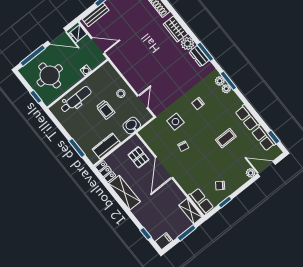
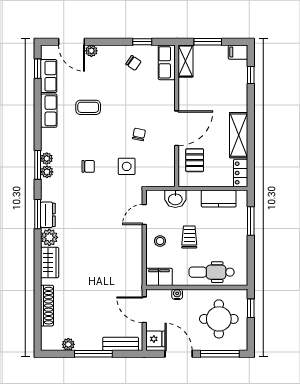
filing cabinet: (105, 72) -> (159, 277), added

